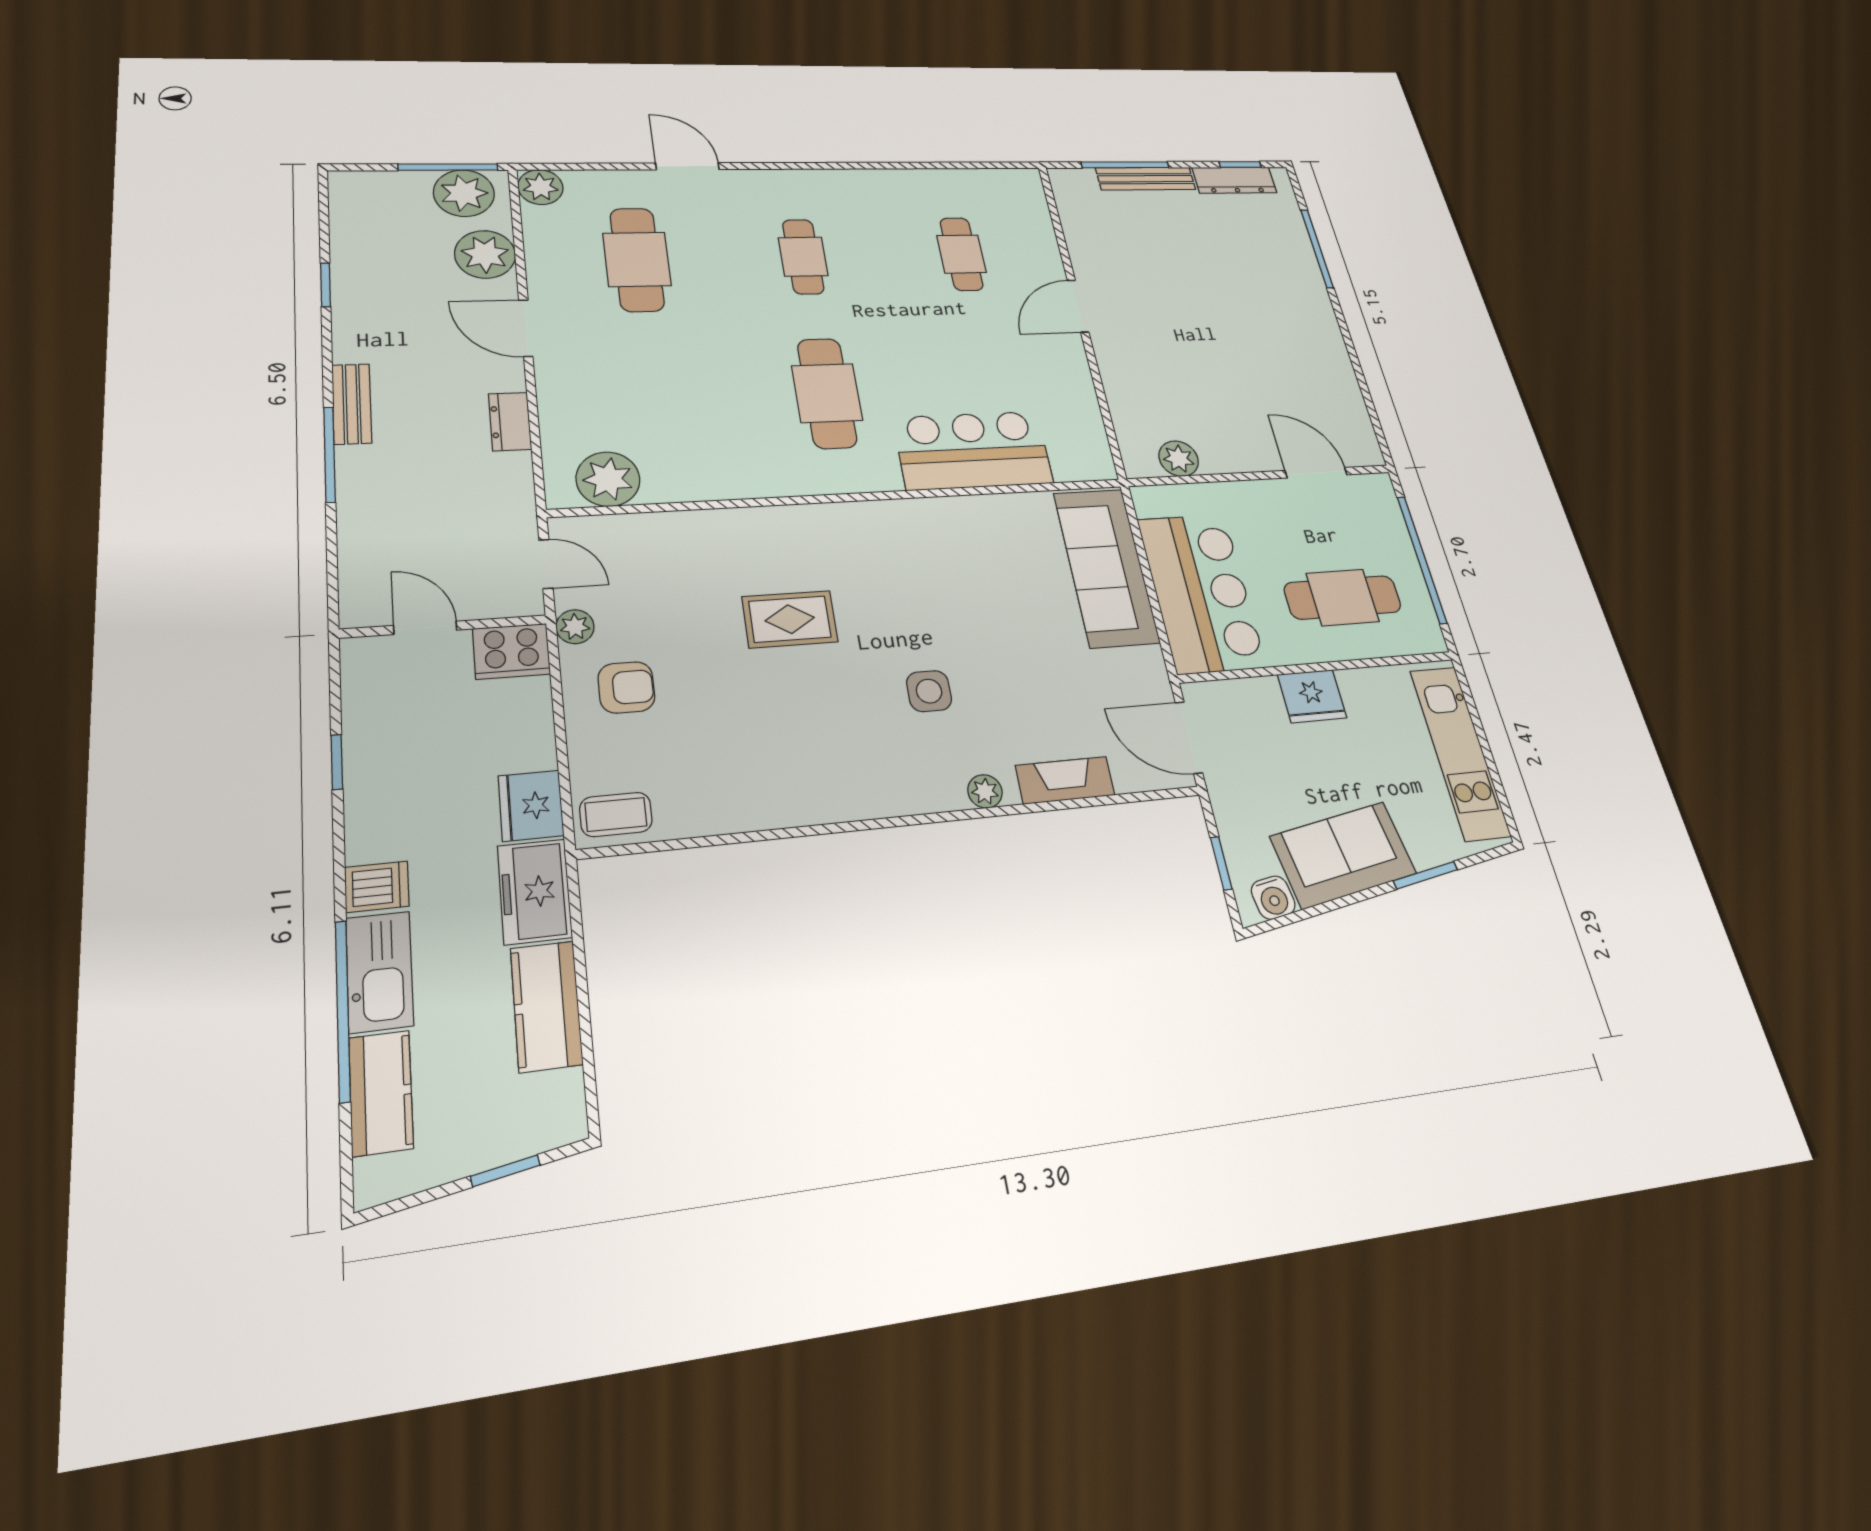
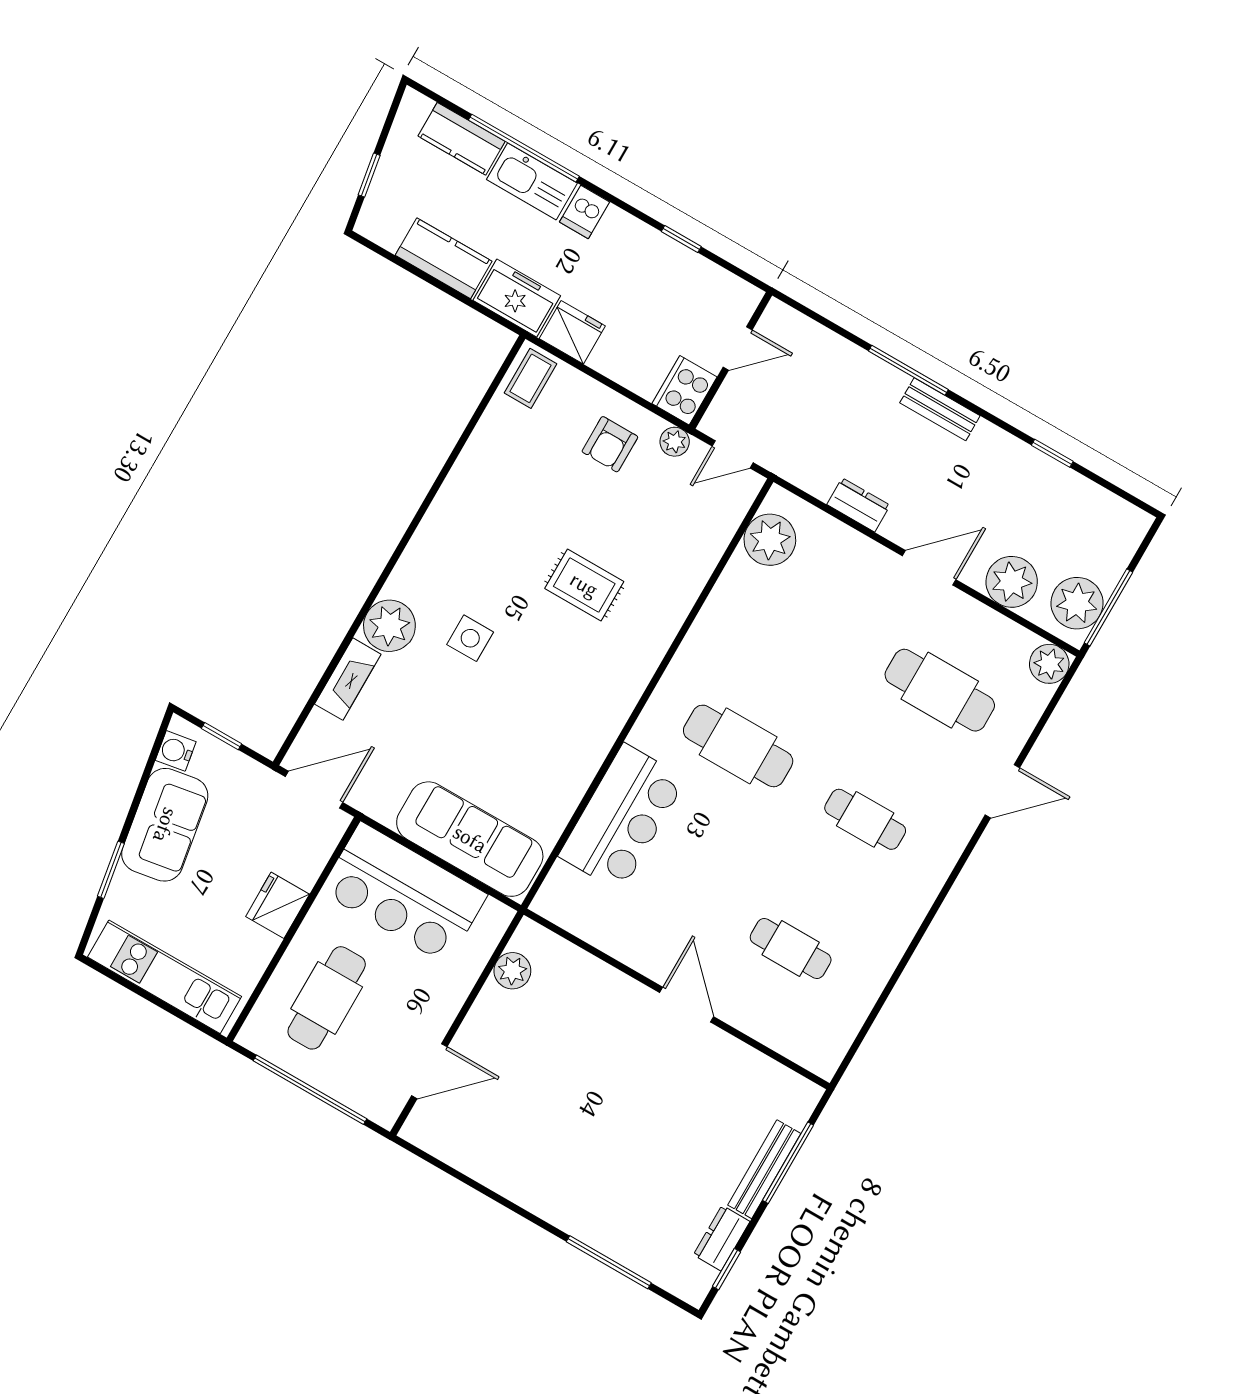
dresser: (1234, 180) -> (722, 1238), width x0.70
rug: (790, 619) -> (584, 585), turned 90
plant: (985, 791) -> (389, 626), width x1.87, depth x1.87

